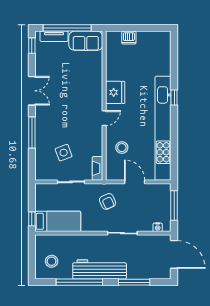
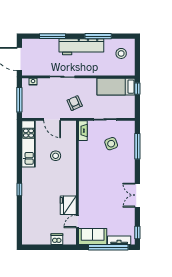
fridge: (115, 92) -> (68, 205), moved
door: (104, 118) -> (77, 221), moved
kitchen unit: (163, 128) -> (29, 144), width x0.54
window: (32, 132) -> (137, 146), moved
stool: (122, 148) -> (56, 156), moved
window: (79, 282) -> (98, 36), width x0.68

